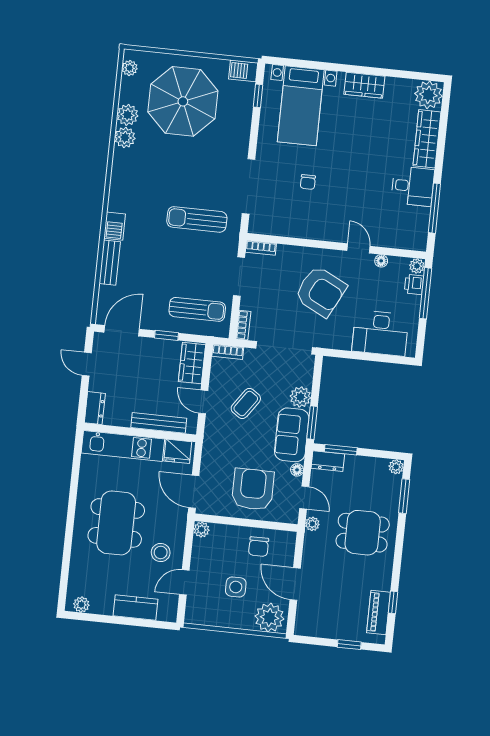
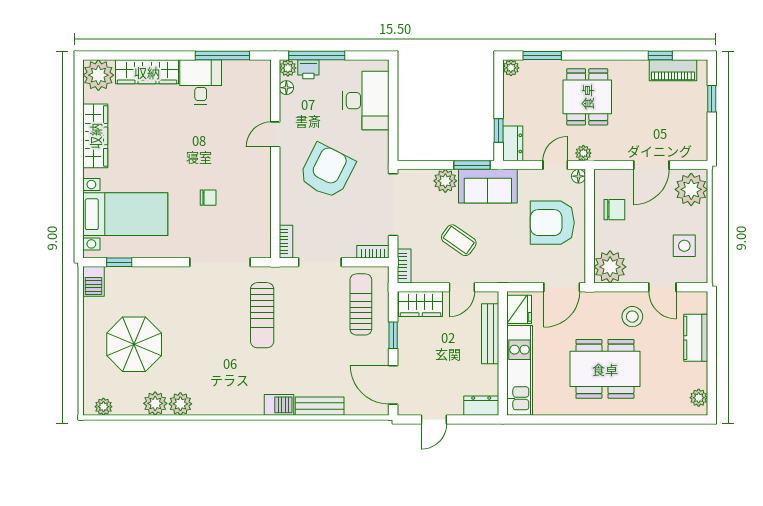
wardrobe: (364, 85) -> (95, 136), width x1.50
parasol: (183, 101) -> (134, 344), width x0.73, depth x0.73
floor lamp: (381, 261) -> (286, 88), moved
window: (341, 450) -> (499, 130), width x0.67
floor lamp: (297, 470) -> (578, 176), moved
plant: (201, 530) -> (610, 267), width x1.87, depth x1.87
side table: (236, 587) -> (684, 246), moved

